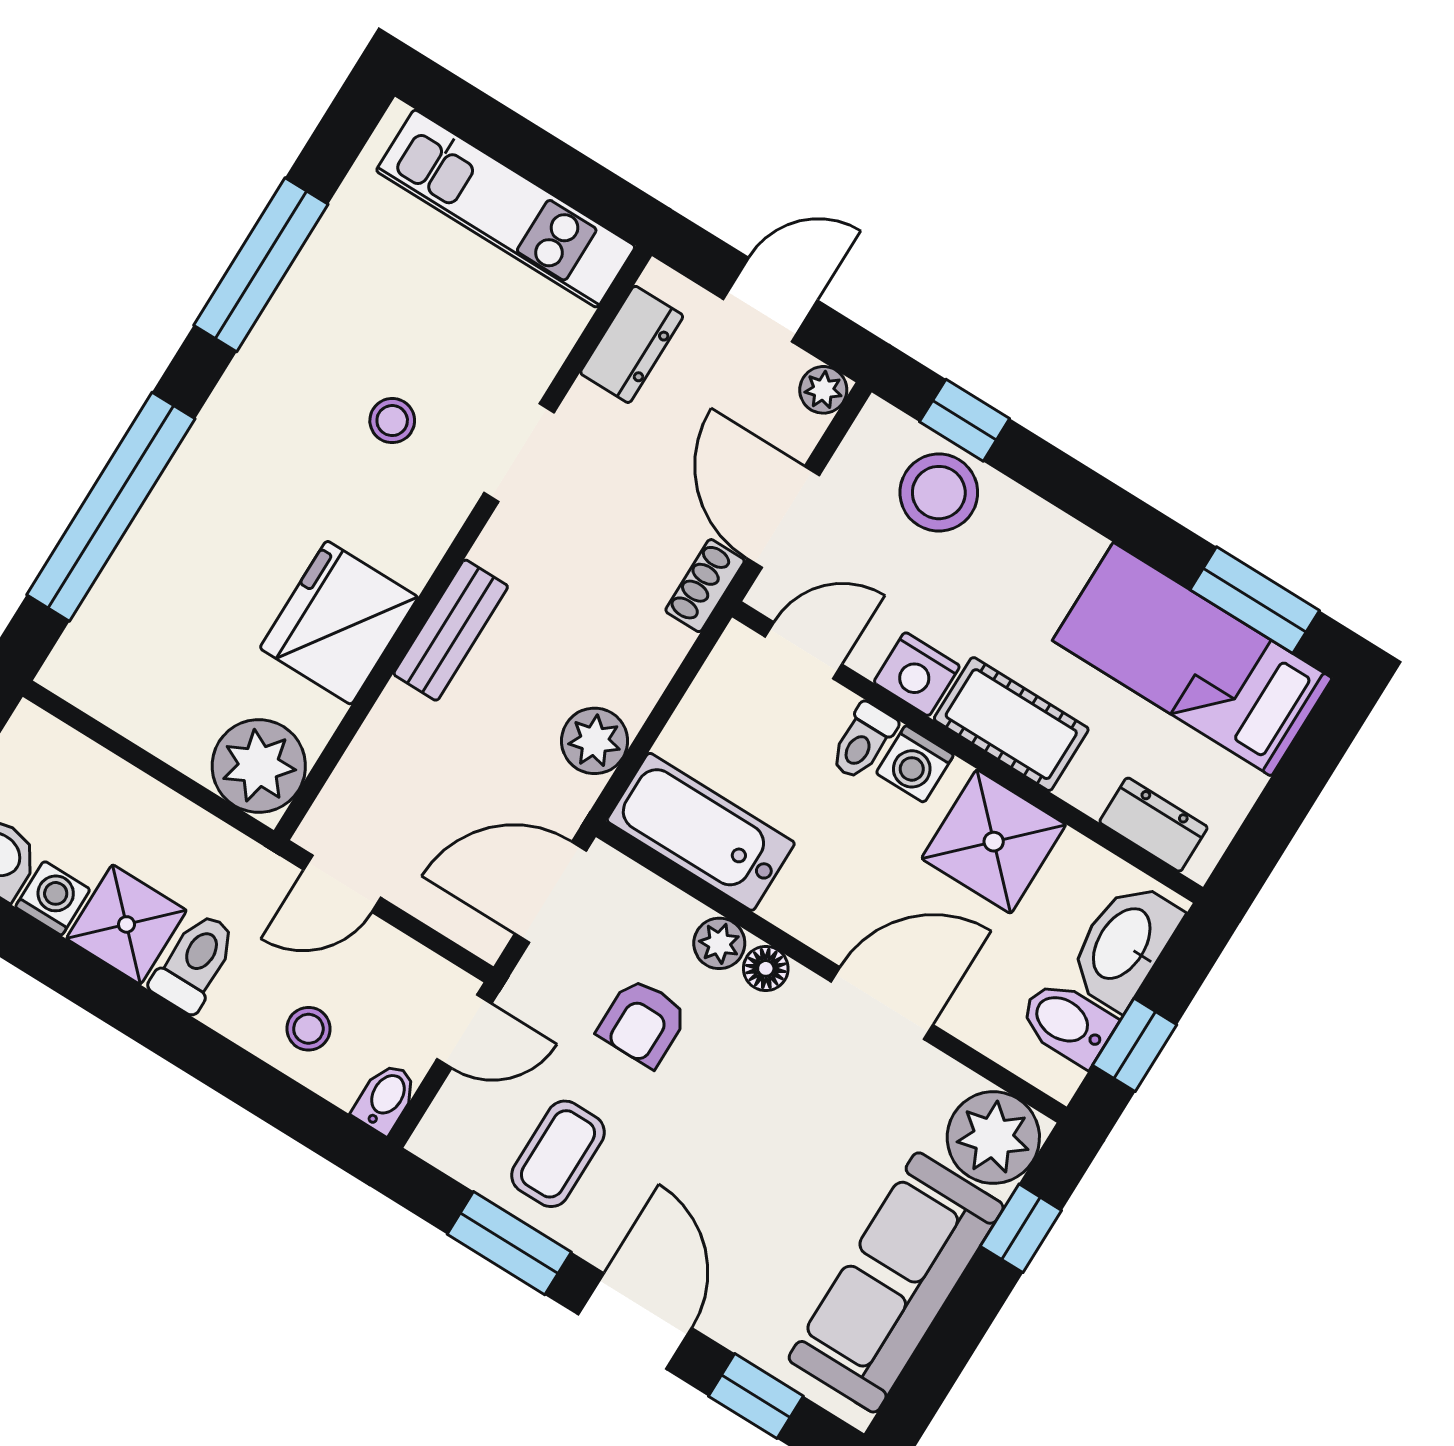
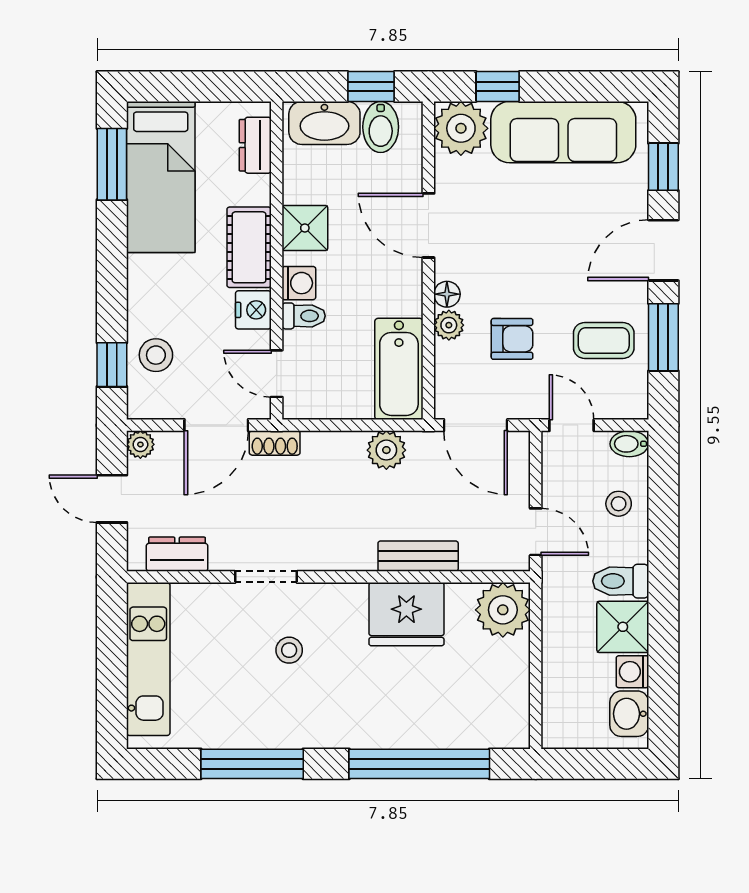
stool: (939, 493) -> (156, 355), width x0.73, depth x0.73
bench: (451, 630) -> (418, 556), moved
shower: (994, 842) -> (305, 228), width x0.73, depth x0.73

